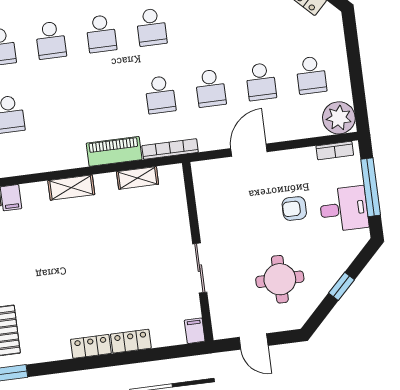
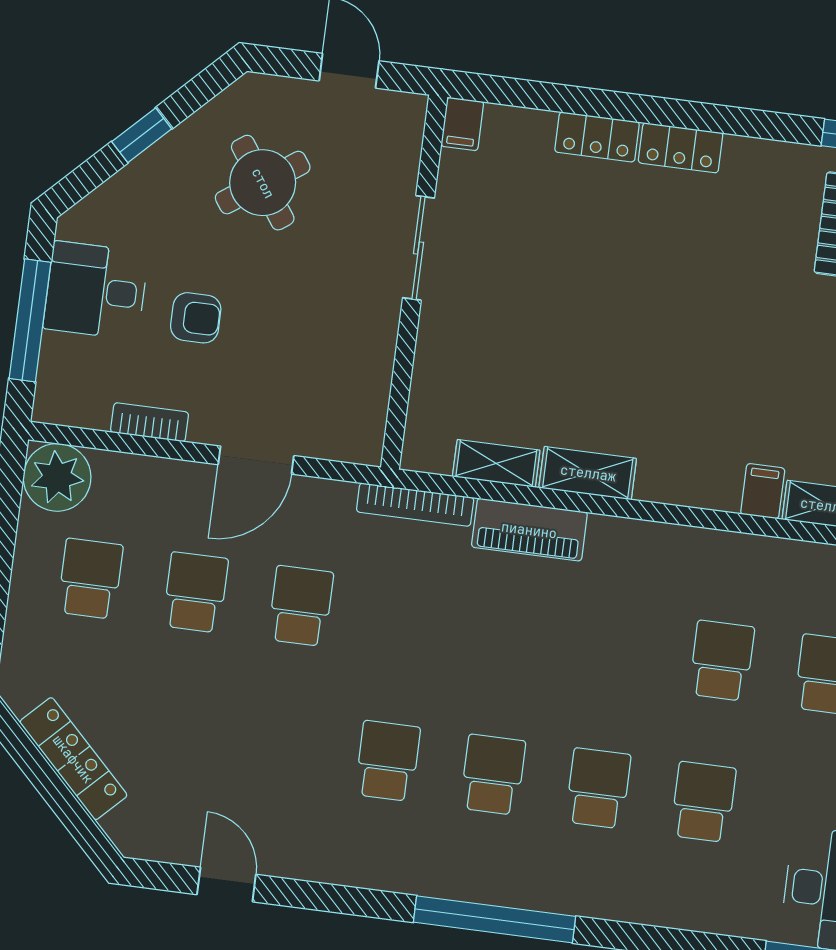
school desk: (160, 95) -> (406, 620), removed
bookcase: (335, 150) -> (150, 422), moved
shelving: (71, 188) -> (588, 473), moved
round table: (280, 279) -> (263, 183), turned -35

